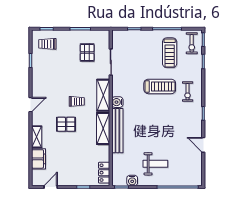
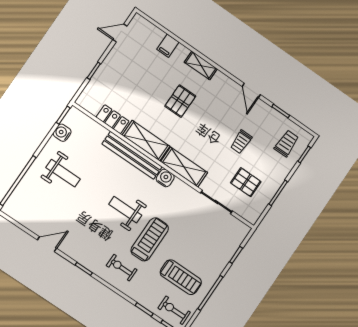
treadmill: (170, 53) -> (181, 277), turned 180
treadmill: (160, 86) -> (150, 239), turned 180
trolley: (77, 101) -> (241, 142), moved
door: (31, 105) -> (251, 90), moved
weight bench: (152, 113) -> (125, 210), added
shelving: (37, 137) -> (201, 65), moved
filing cabinet: (38, 159) -> (168, 46), width x0.50
weight bench: (155, 164) -> (63, 173), turned -90
locker: (104, 173) -> (113, 119), moved
door: (51, 187) -> (120, 33), swing flipped

